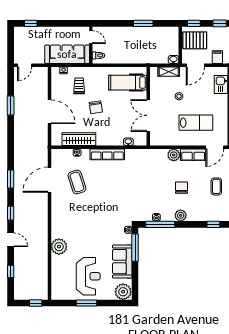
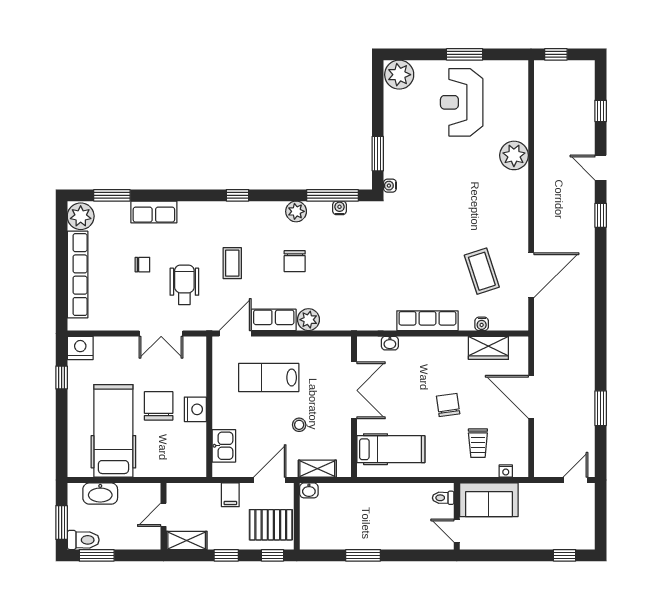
sofa: (67, 54) -> (489, 500), width x0.73
wardrobe: (79, 139) -> (488, 348), width x0.67
window: (11, 179) -> (601, 277), removed
window: (135, 248) -> (378, 154), width x0.69
sofa: (122, 262) -> (401, 129), removed

